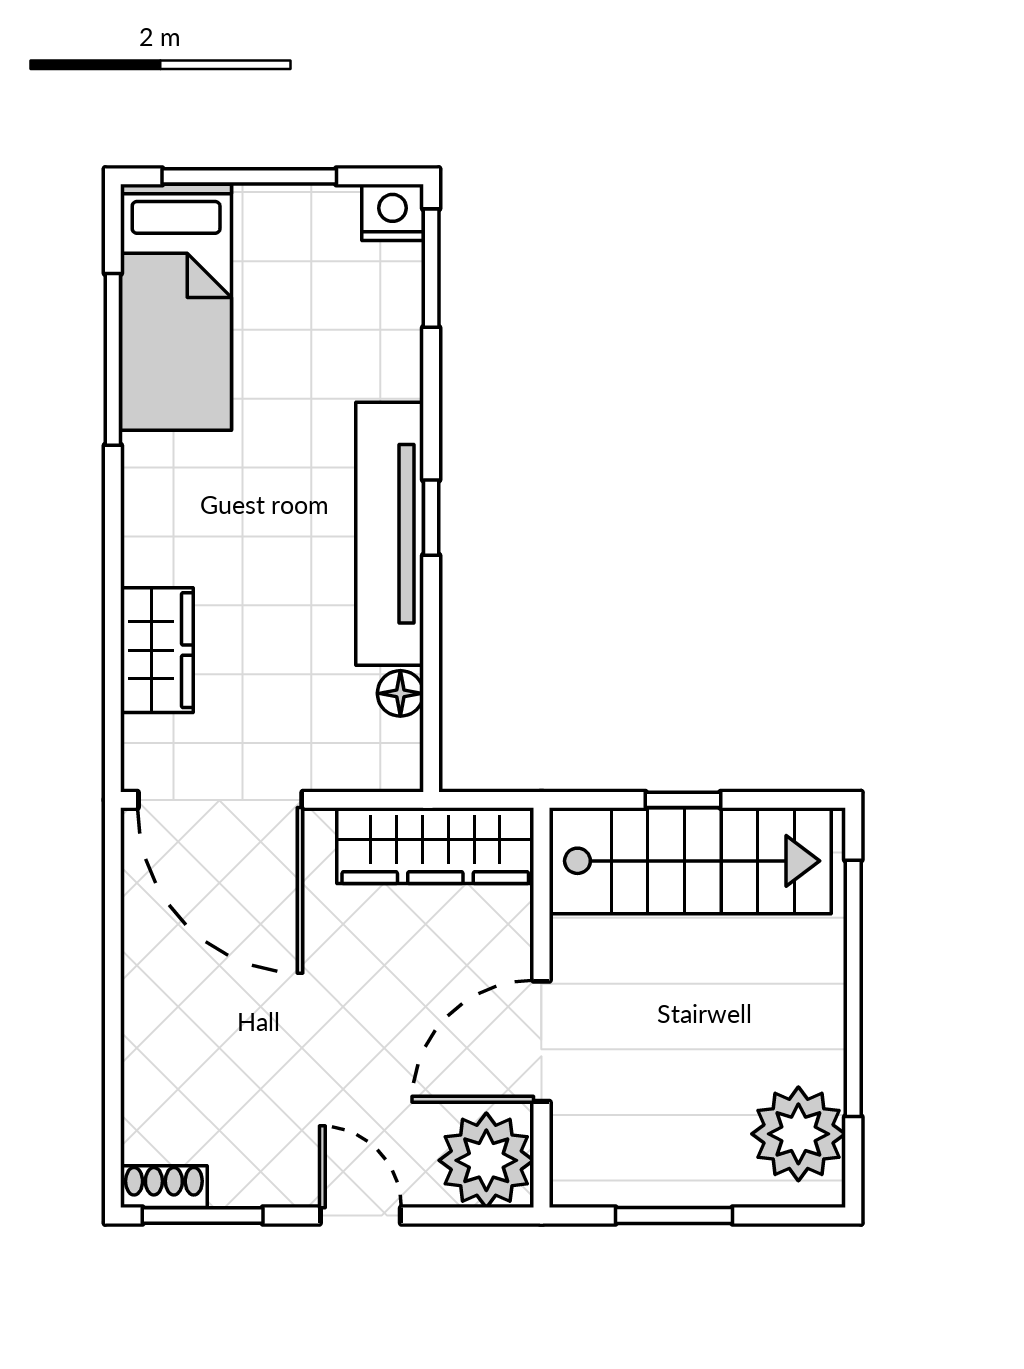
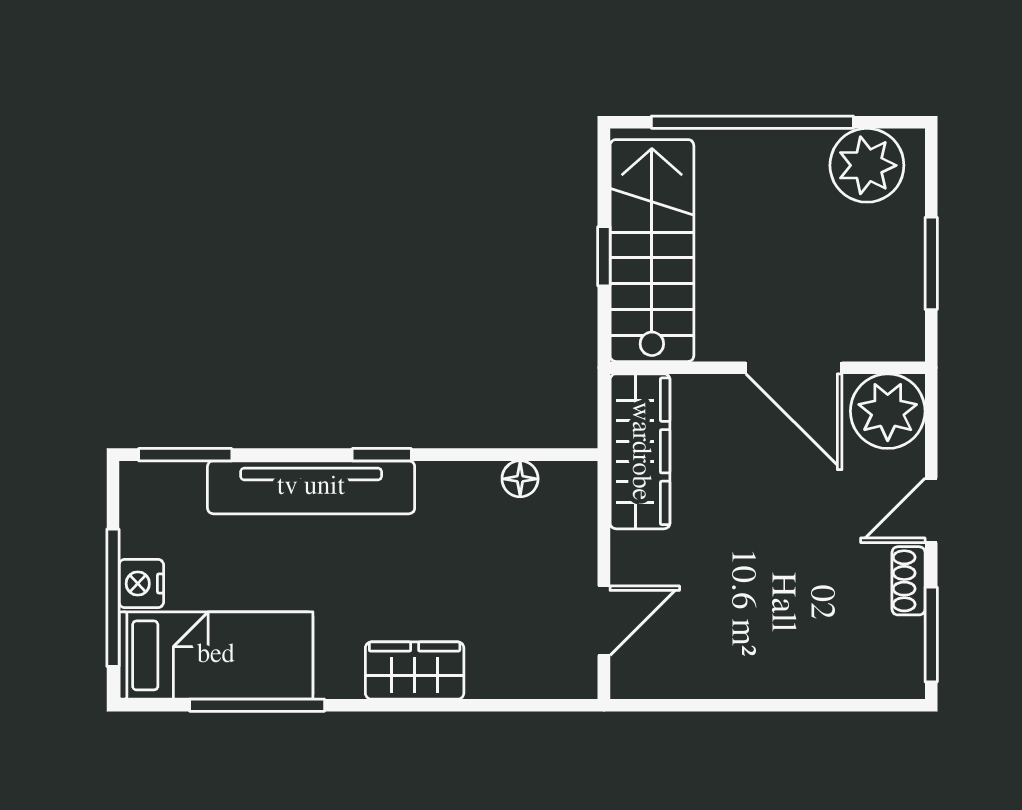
nightstand: (393, 212) -> (141, 584), moved
tv unit: (390, 534) -> (311, 487), moved
wardrobe: (157, 650) -> (415, 671), moved
door: (220, 800) -> (604, 621), width x0.53
shoe rack: (164, 1187) -> (909, 581), moved

